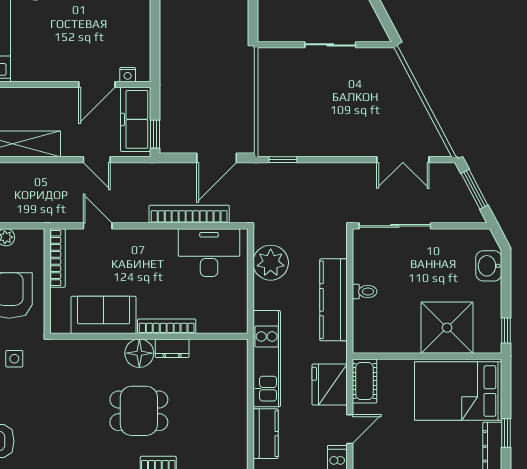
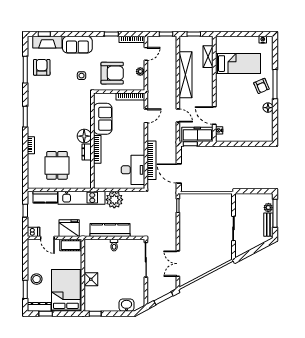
door: (97, 160) -> (178, 115), swing flipped
plant: (271, 263) -> (114, 200), moved
shower: (447, 328) -> (91, 279), width x0.54, depth x0.54
dining table: (139, 411) -> (57, 165), moved
stool: (435, 452) -> (37, 279), added

